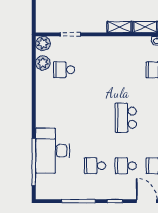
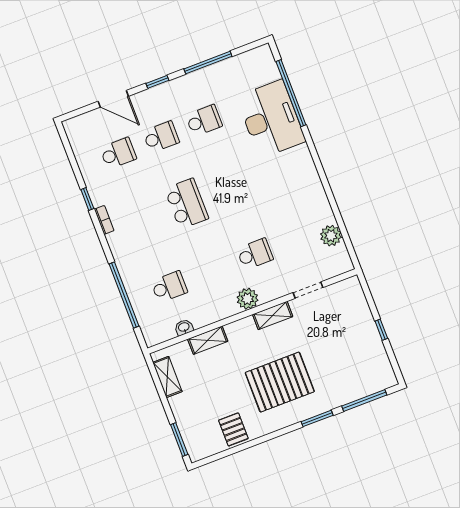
shelving: (119, 27) -> (273, 315), moved
plant: (43, 43) -> (247, 299), moved
school desk: (64, 70) -> (255, 254), moved

